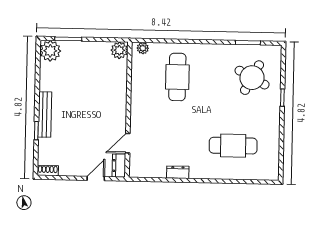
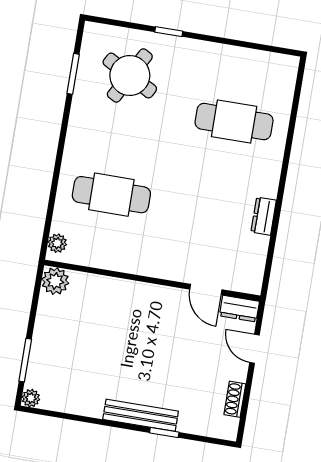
plant: (50, 51) -> (31, 398), width x0.53, depth x0.53
cafe table: (233, 146) -> (234, 122), turned 90
shoe rack: (48, 171) -> (235, 399), moved

